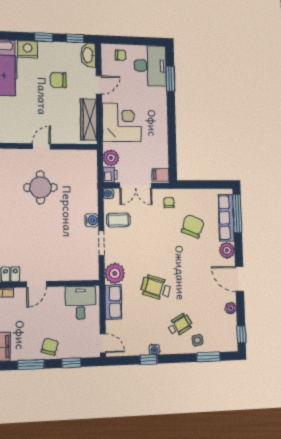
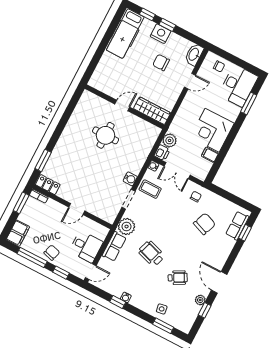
window: (75, 38) -> (147, 14), moved
nightstand: (28, 49) -> (161, 34), moved
wardrobe: (89, 120) -> (152, 111), moved, turned 90
corner desk: (122, 122) -> (212, 130), moved, turned 180
filing cabinet: (160, 175) -> (210, 155), moved
window: (237, 213) -> (245, 233), width x0.46
row of seats: (226, 218) -> (237, 226), width x0.68
plant: (227, 250) -> (221, 256), removed
door: (36, 284) -> (77, 209), moved
desk: (81, 303) -> (86, 247), moved, turned 90
wheelchair: (180, 325) -> (178, 278), moved
window: (241, 334) -> (205, 310), moved
door: (103, 343) -> (91, 272), hinge flipped
window: (31, 365) -> (32, 258), width x1.44

